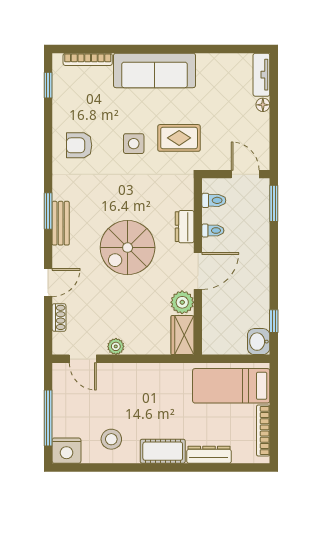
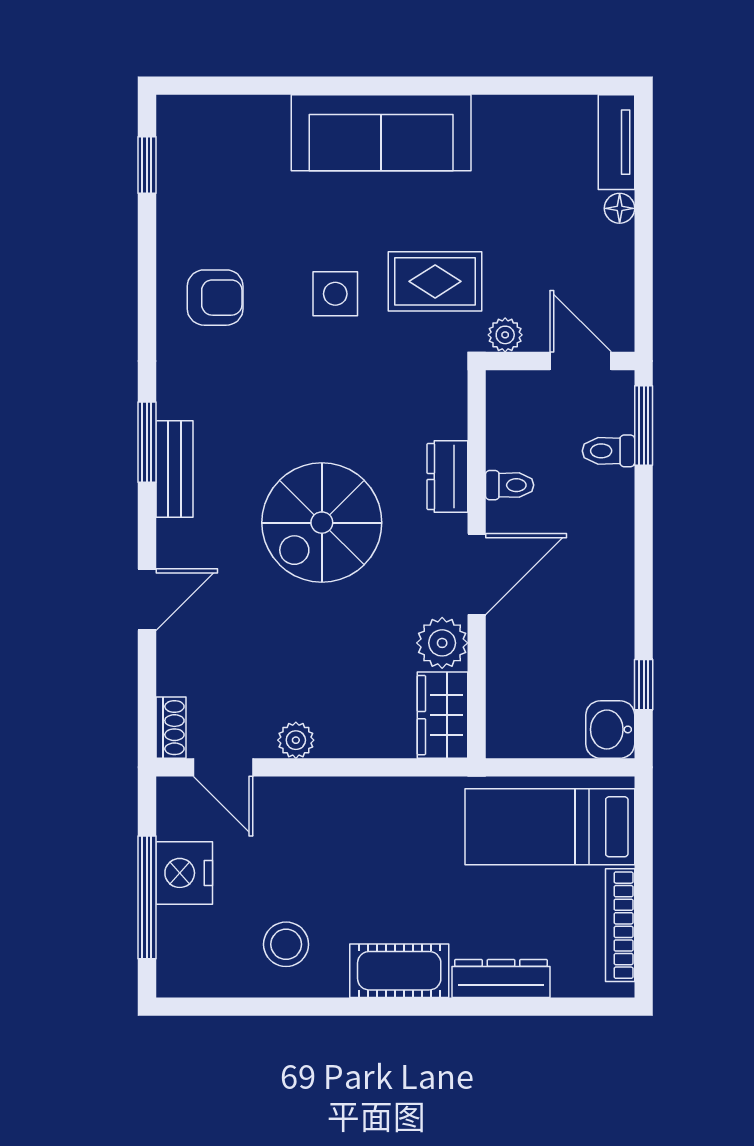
bookcase: (88, 59) -> (234, 108), removed
armchair: (79, 145) -> (215, 298), turned 180
plant: (211, 162) -> (505, 335), added
toilet: (214, 200) -> (608, 451), moved, turned 180
shoe rack: (59, 317) -> (171, 728), moved
nightstand: (66, 451) -> (184, 873), moved, turned 90

